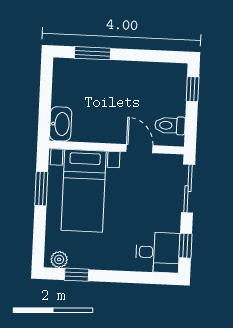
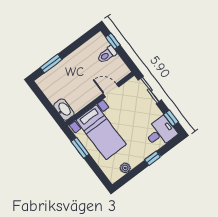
toilet: (170, 125) -> (107, 55), moved
plant: (59, 259) -> (125, 168), moved
window: (77, 275) -> (153, 158), moved

